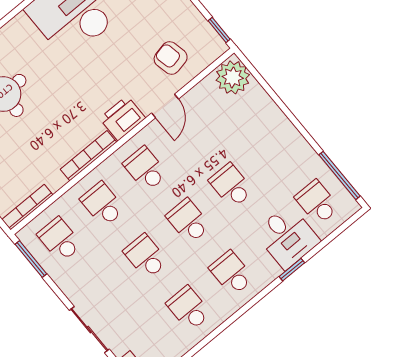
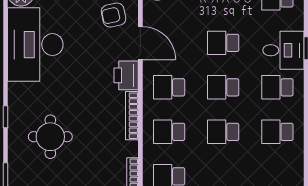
door: (165, 106) -> (140, 43), width x1.38
desk: (287, 237) -> (283, 50), moved

